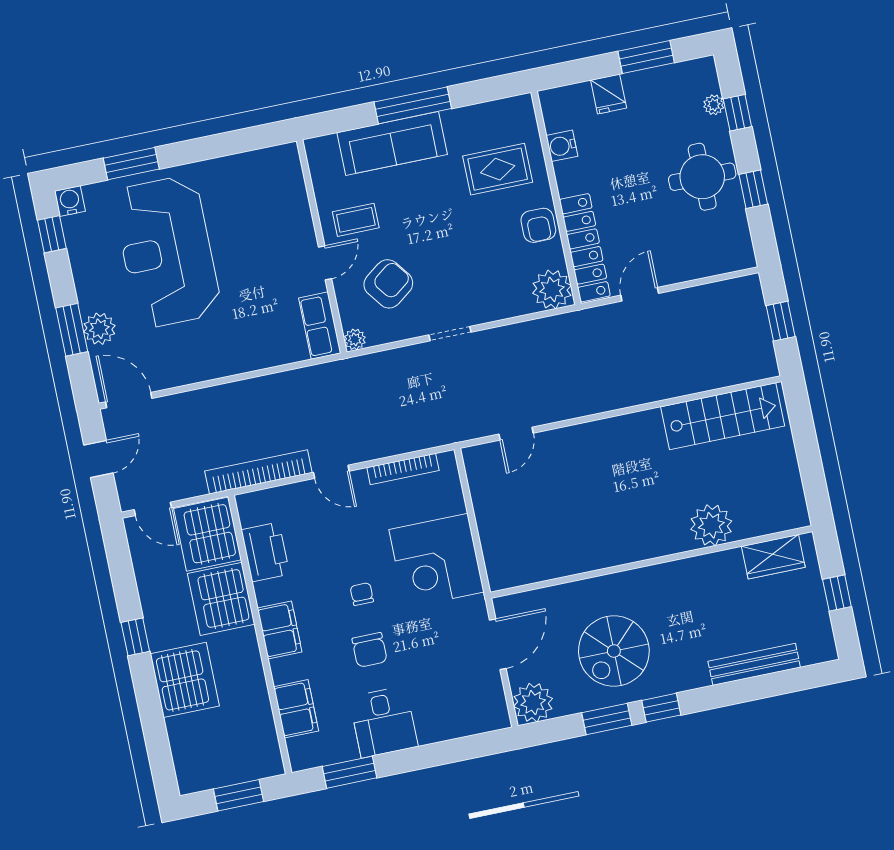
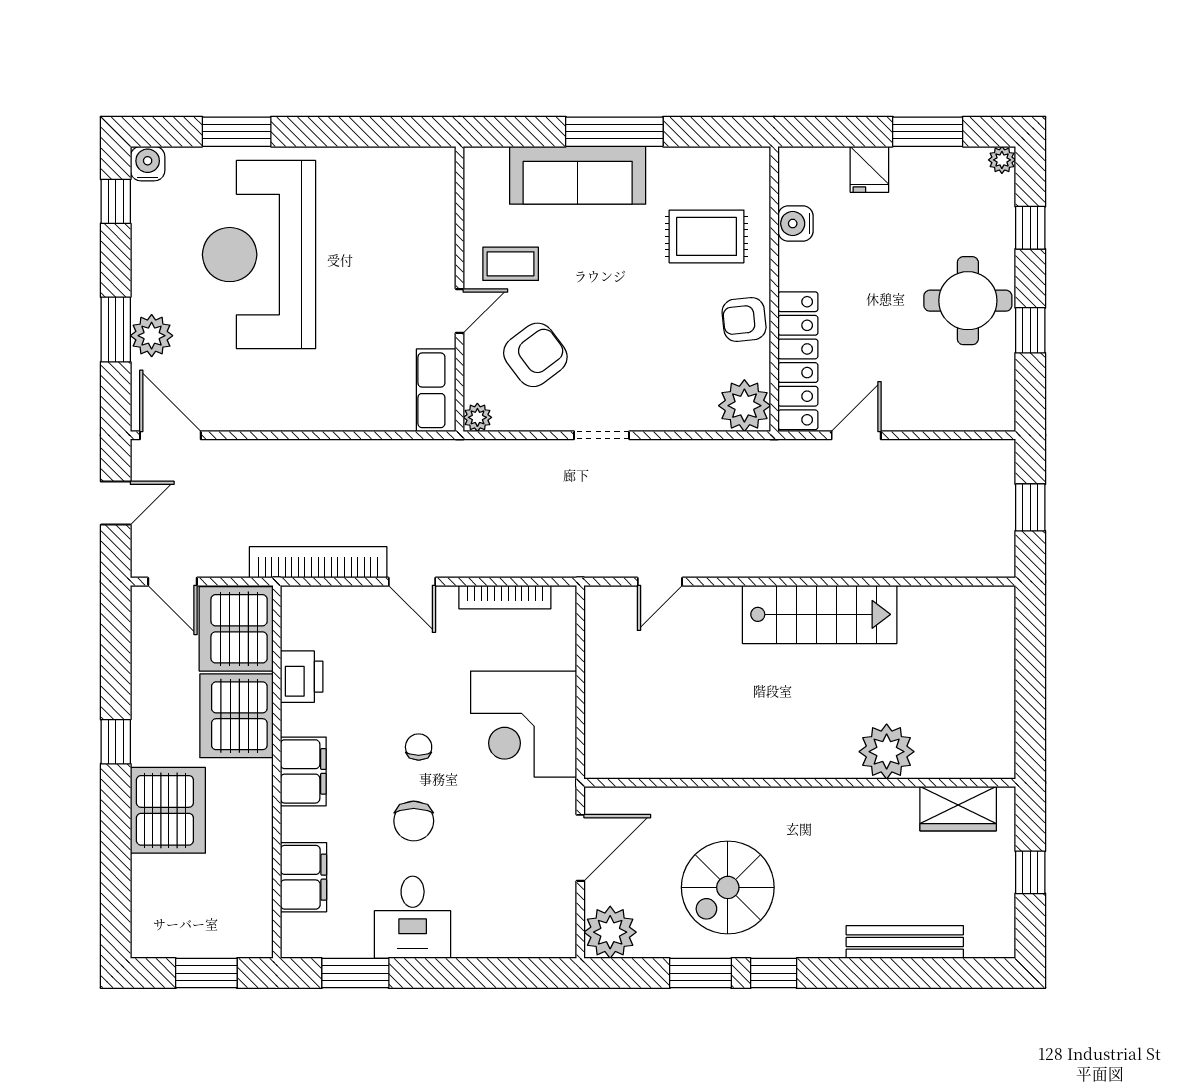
plant: (714, 105) -> (1002, 160), moved
armchair: (538, 225) -> (744, 320), turned 84
stairs: (723, 416) -> (820, 614), moved
printer: (265, 552) -> (302, 677), width x0.73, depth x0.84

